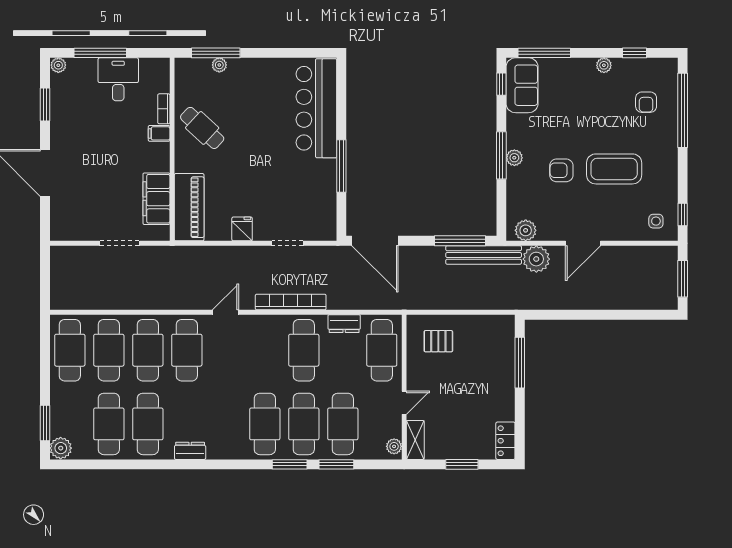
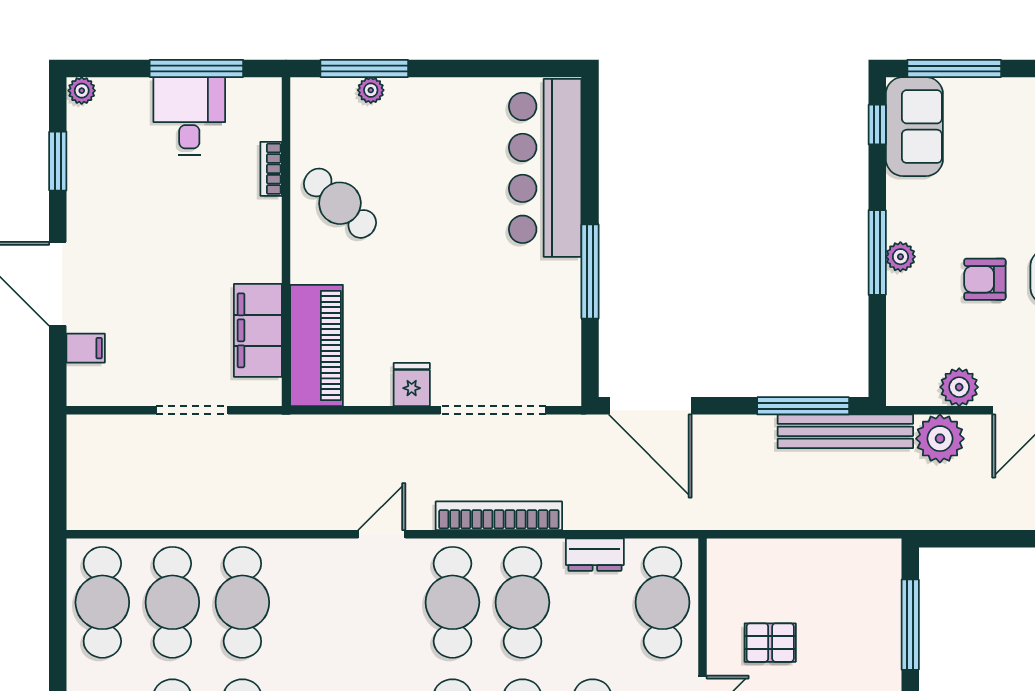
window: (100, 53) -> (196, 68), moved
filing cabinet: (159, 133) -> (86, 348), moved, turned 180
plant: (526, 230) -> (959, 387), moved
doorway: (287, 243) -> (493, 410), width x1.88
pallet: (438, 341) -> (770, 643), moved
cafe table: (187, 350) -> (452, 602), moved

